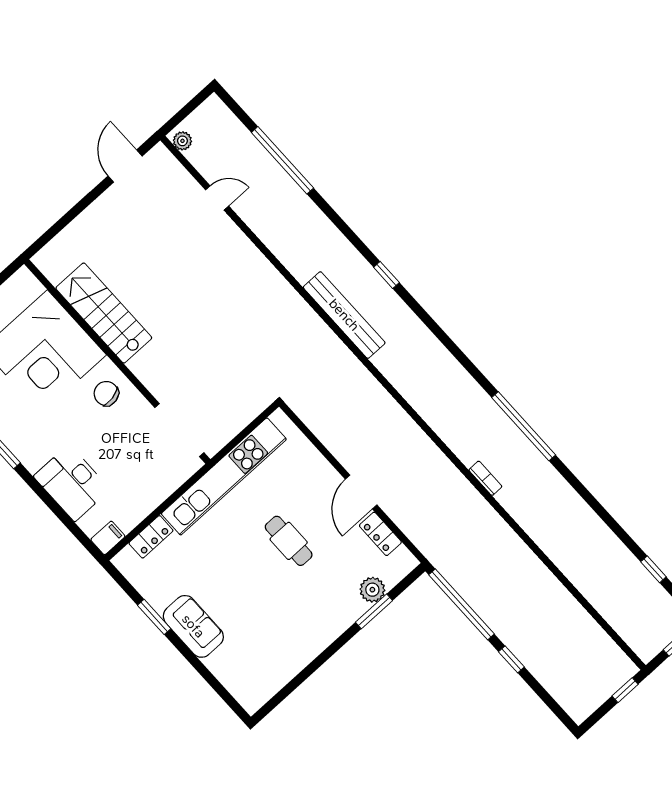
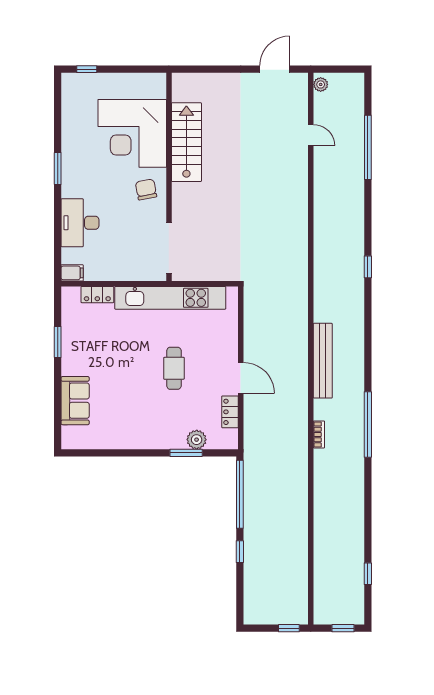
bench: (344, 315) -> (323, 361), moved
door: (361, 492) -> (241, 378), swing flipped
sofa: (193, 626) -> (75, 401), moved

